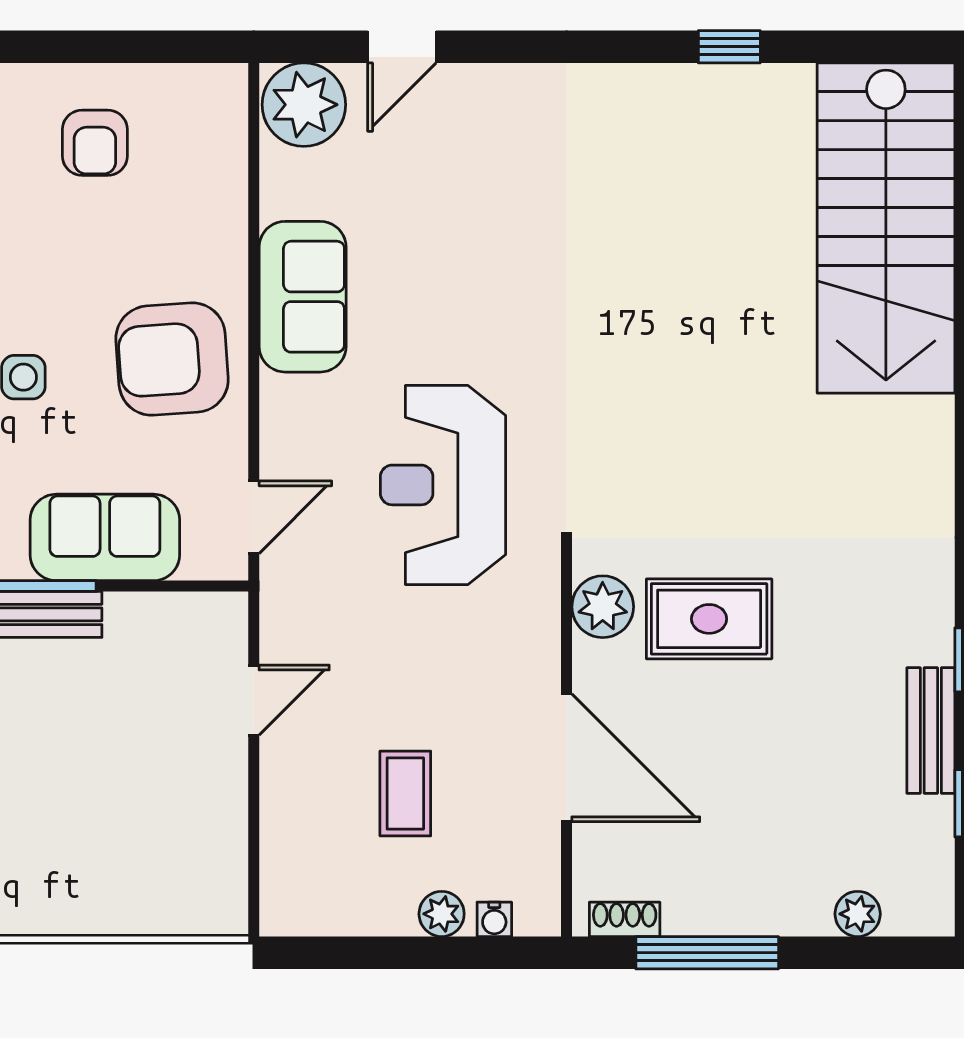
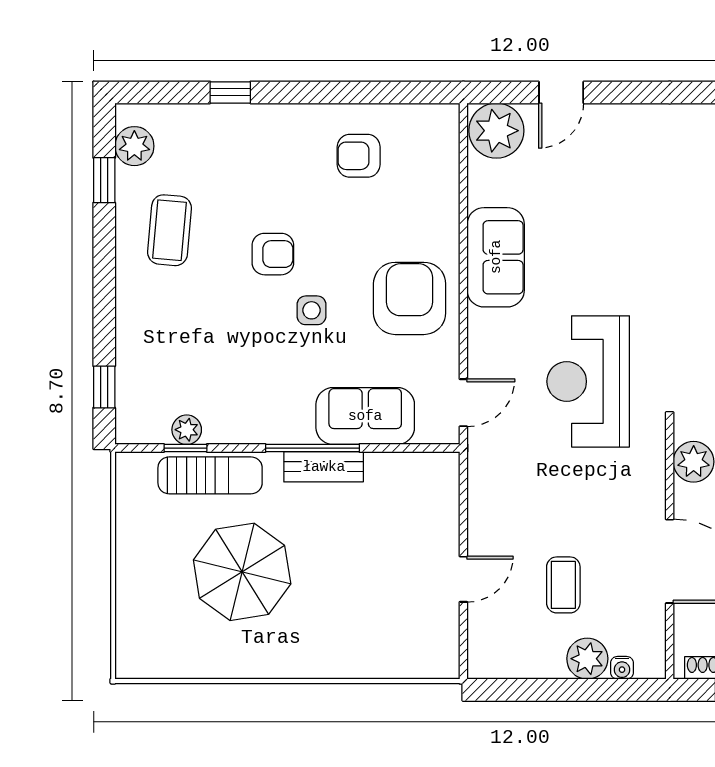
armchair: (95, 143) -> (359, 156), turned 90
armchair: (172, 359) -> (410, 298), turned 94
door: (254, 700) -> (463, 579), moved
plant: (442, 914) -> (587, 659), width x1.38, depth x1.38

